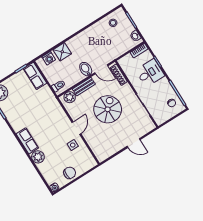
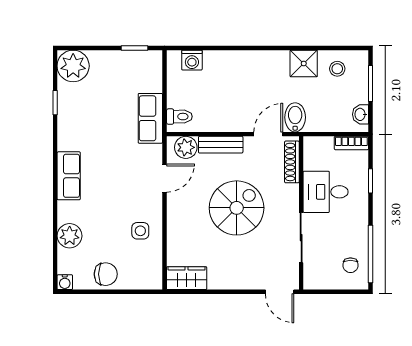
shower: (62, 52) -> (304, 63), moved
bidet: (86, 69) -> (295, 117), moved
door: (101, 69) -> (268, 134), swing flipped
desk: (150, 73) -> (326, 192), moved, turned 180
row of seats: (35, 76) -> (150, 118), moved
door: (76, 128) -> (164, 178), moved
door: (134, 143) -> (280, 292), moved
wardrobe: (105, 153) -> (187, 278), added
plant: (38, 157) -> (70, 236), moved

